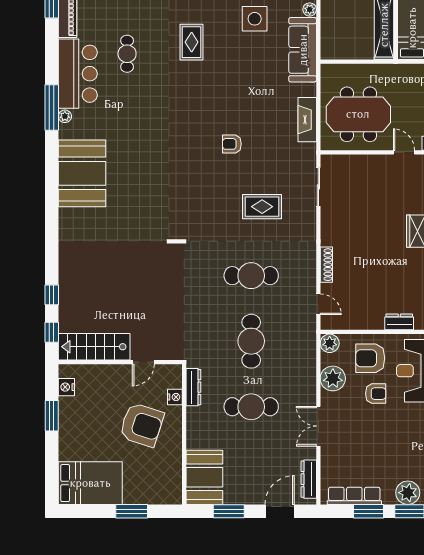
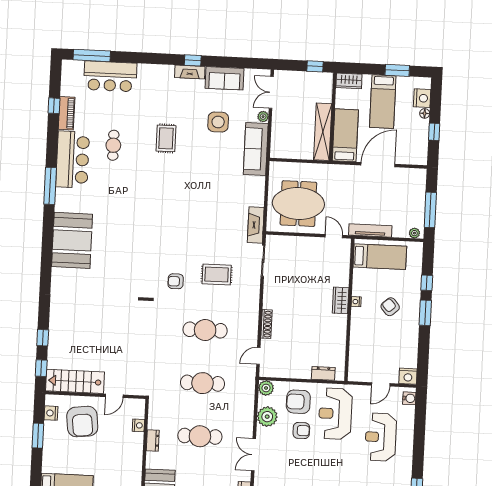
plant: (65, 116) -> (60, 193), removed
fireplace: (307, 120) -> (256, 225), moved
armchair: (232, 144) -> (176, 281), moved
door: (318, 304) -> (258, 356), swing flipped
cafe table: (251, 341) -> (203, 383), turned 90
dresser: (193, 387) -> (153, 440), moved, width x0.70
armchair: (142, 425) -> (82, 422), moved, turned 65

